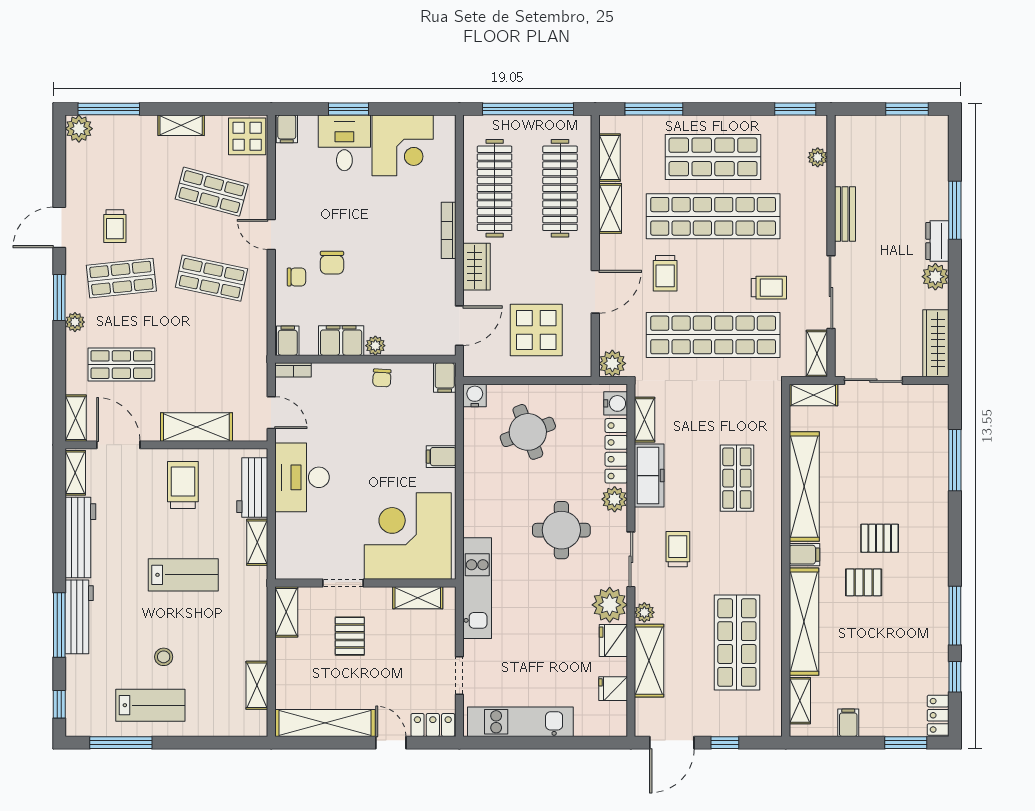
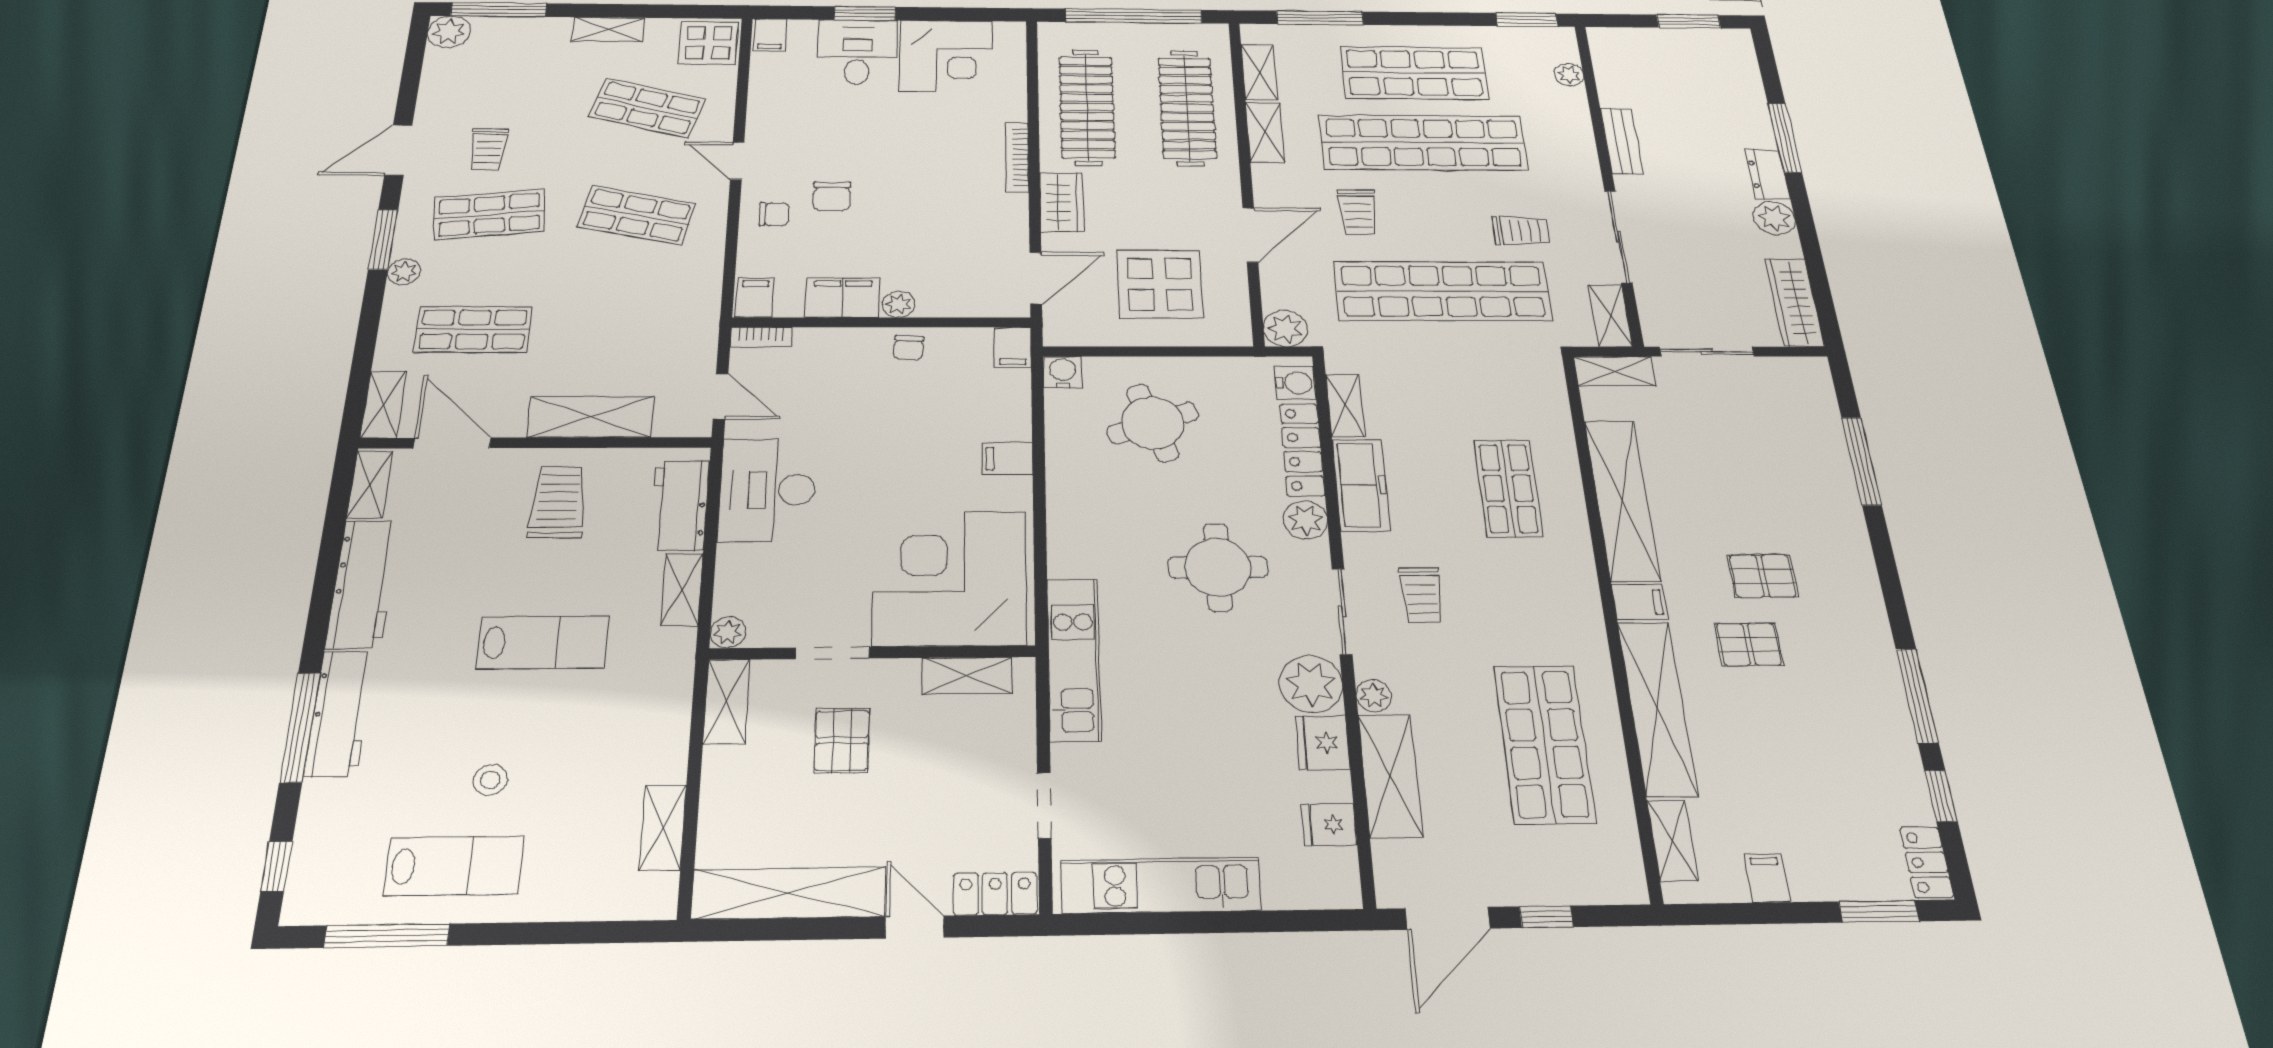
trolley: (678, 549) -> (1421, 595), turned 180
plant: (285, 570) -> (728, 632), added

